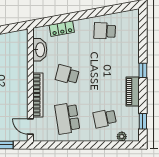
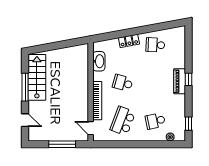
locker: (62, 29) -> (129, 41), moved
piano: (133, 91) -> (180, 81), moved
school desk: (67, 118) -> (123, 121), turned 30

